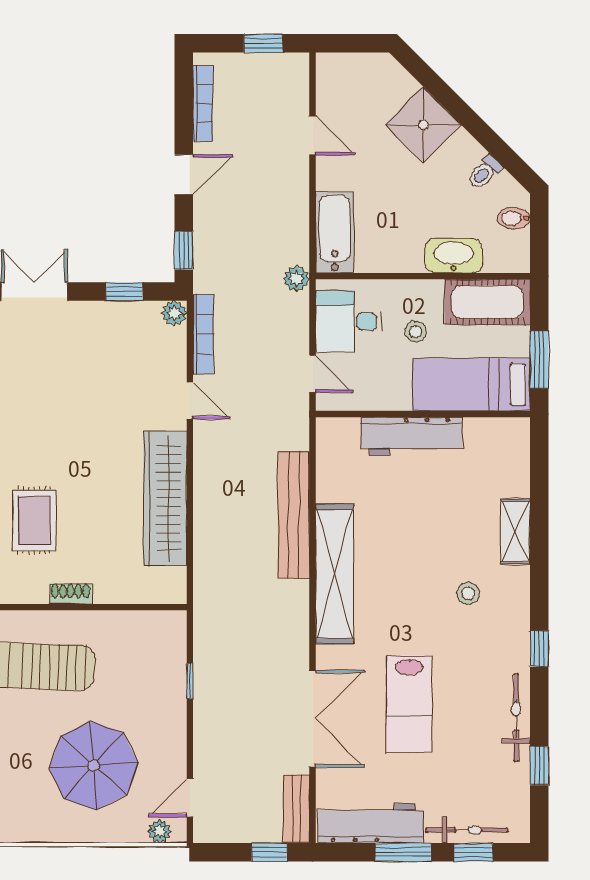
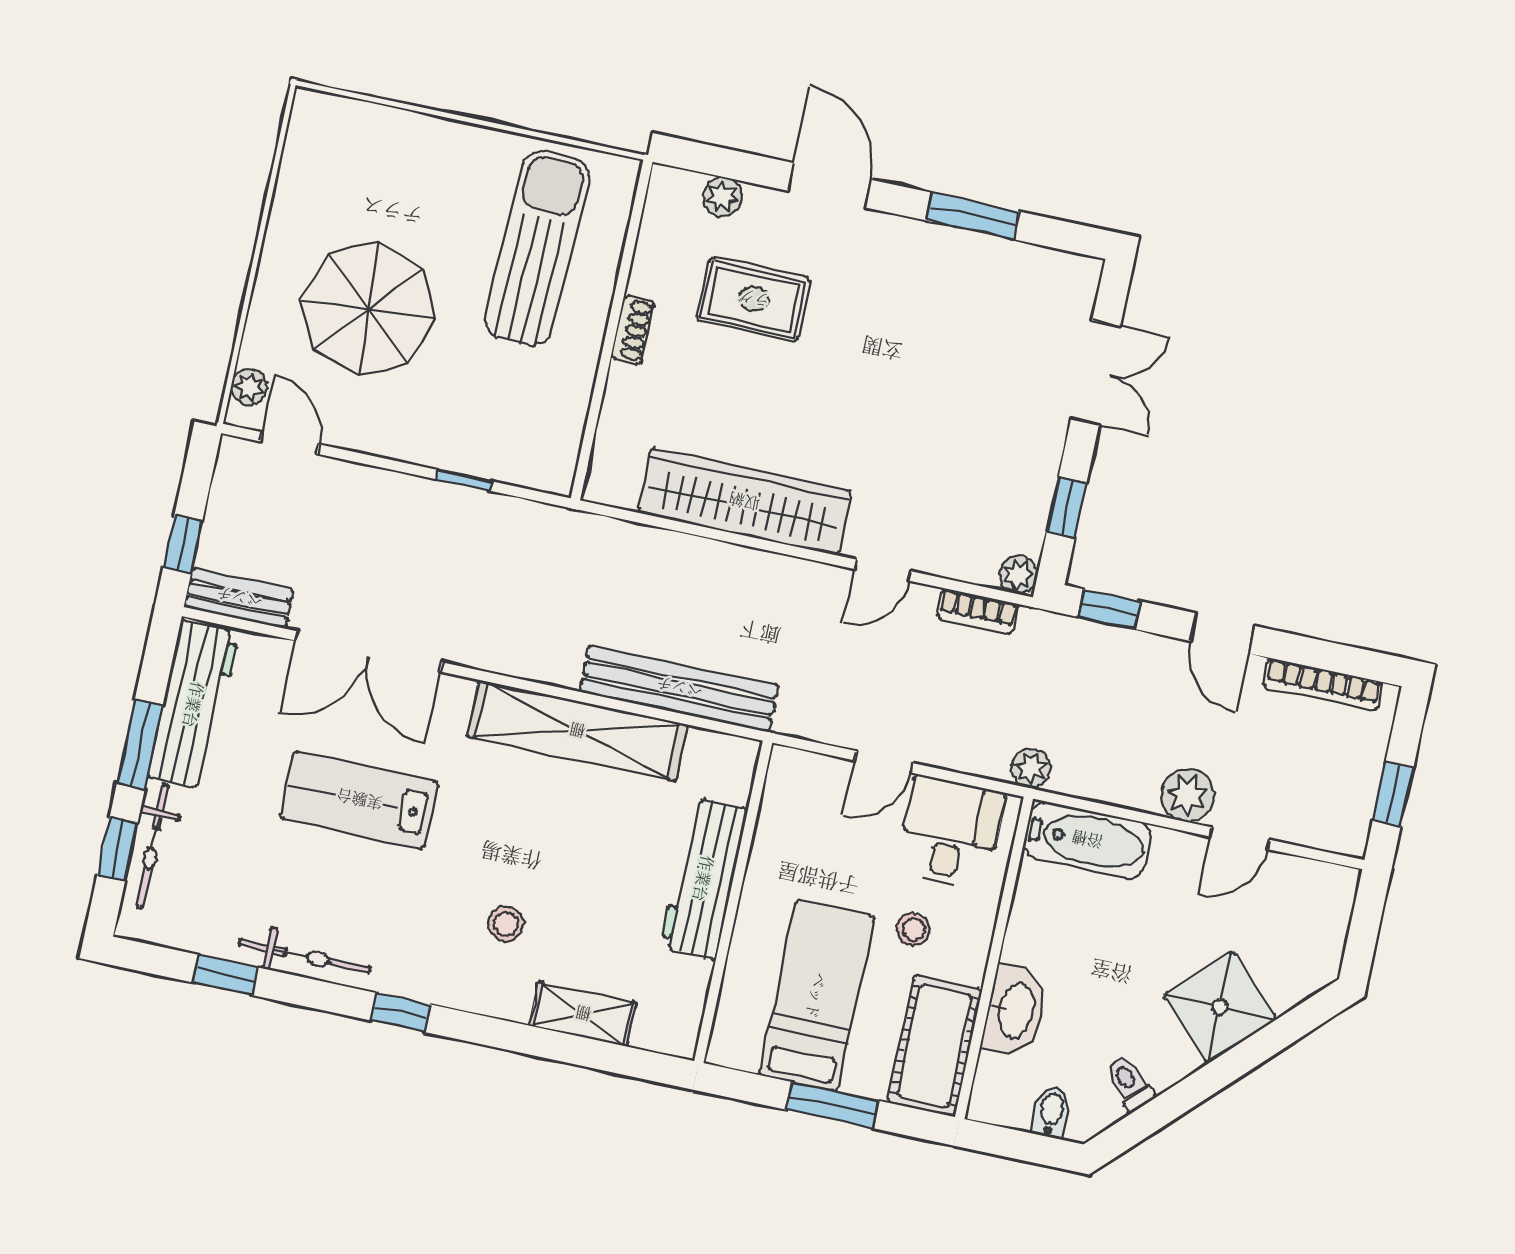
plant: (292, 175) -> (1188, 795), added
bookcase: (203, 334) -> (977, 611), width x0.64
wall: (423, 414) -> (733, 902), moved
workbench: (412, 436) -> (704, 879), moved

